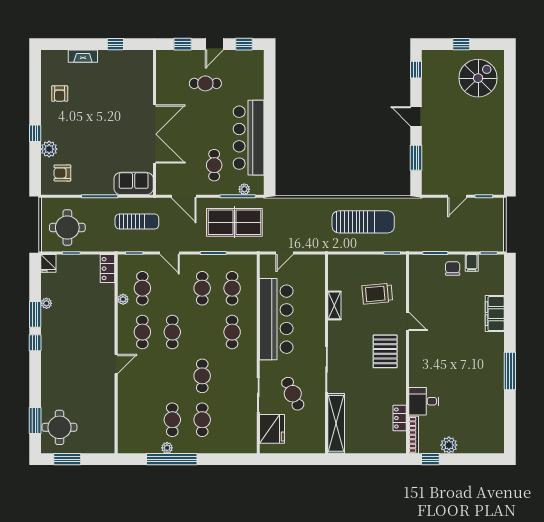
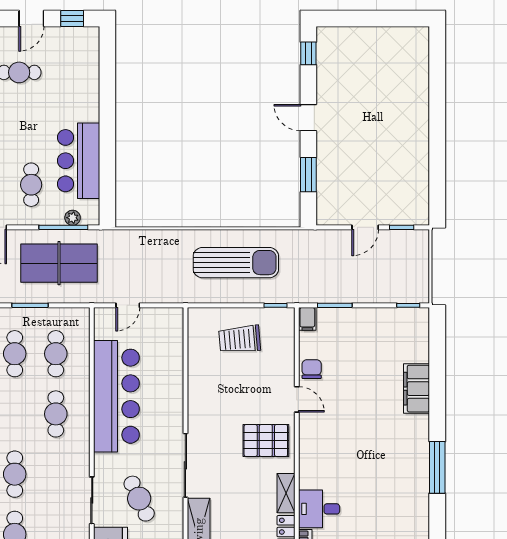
window: (461, 44) -> (370, 18), removed
spiral stairs: (478, 78) -> (394, 65), removed
bar counter: (249, 138) -> (79, 161), width x0.73
filing cabinet: (472, 263) -> (307, 319), moved
chair: (453, 268) -> (312, 369), moved
trolley: (377, 294) -> (240, 339), moved
shelving: (334, 305) -> (286, 493), moved
pallet: (385, 351) -> (266, 440), turned 90

